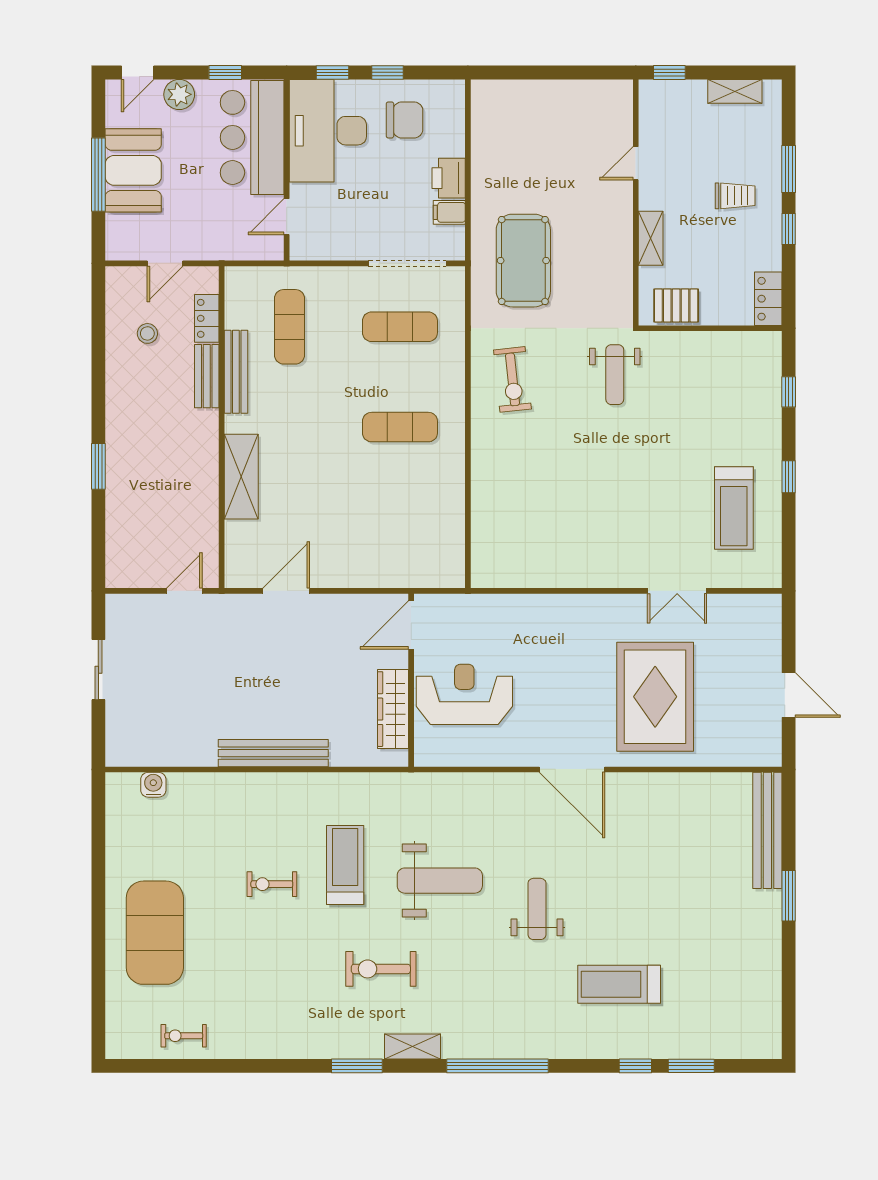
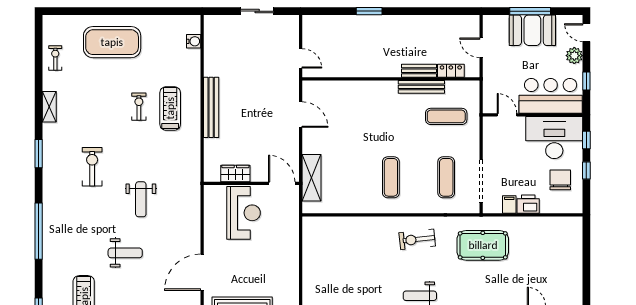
chair: (405, 120) -> (560, 180), turned 180
stool: (147, 333) -> (443, 38), removed
shelving: (241, 477) -> (311, 178), moved, turned 90
wardrobe: (393, 709) -> (235, 174), width x0.67
treadmill: (345, 865) -> (170, 108), moved, turned -90
weight bench: (440, 881) -> (141, 199), width x0.73, depth x0.75
shelving: (412, 1047) -> (49, 107), moved

